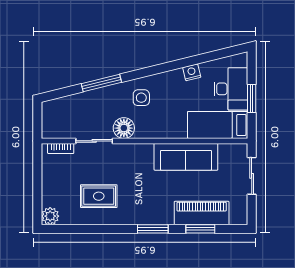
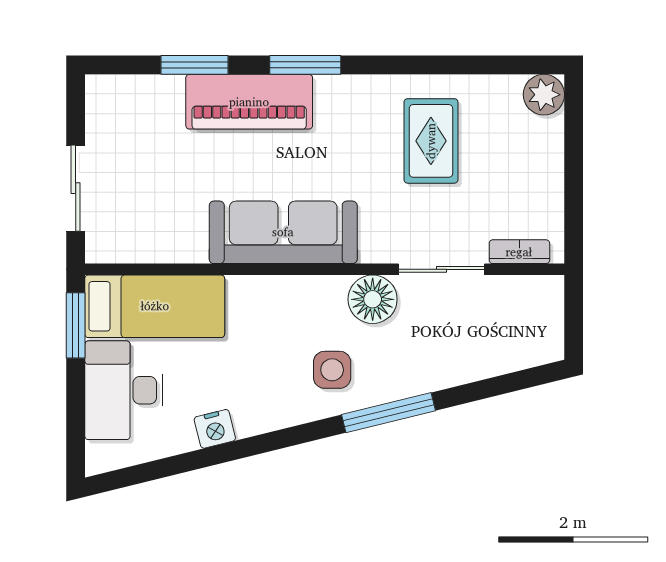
window: (101, 83) -> (389, 413), moved
window: (252, 99) -> (76, 325), moved
sofa: (186, 157) -> (283, 232), moved
rug: (99, 196) -> (431, 141), turned 90
piano: (202, 213) -> (249, 102), moved

